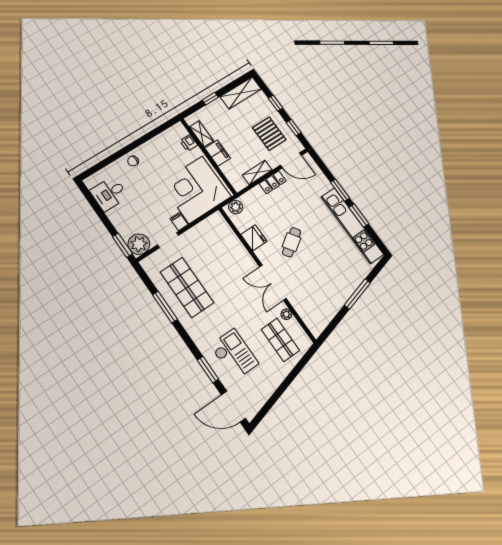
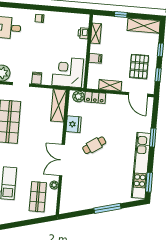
filing cabinet: (218, 153) -> (95, 58), width x0.50
locker: (273, 182) -> (95, 98), moved
corner desk: (196, 190) -> (68, 72), width x0.74, depth x0.74
window: (359, 216) -> (149, 182), moved
shelving: (224, 231) -> (59, 105), added

